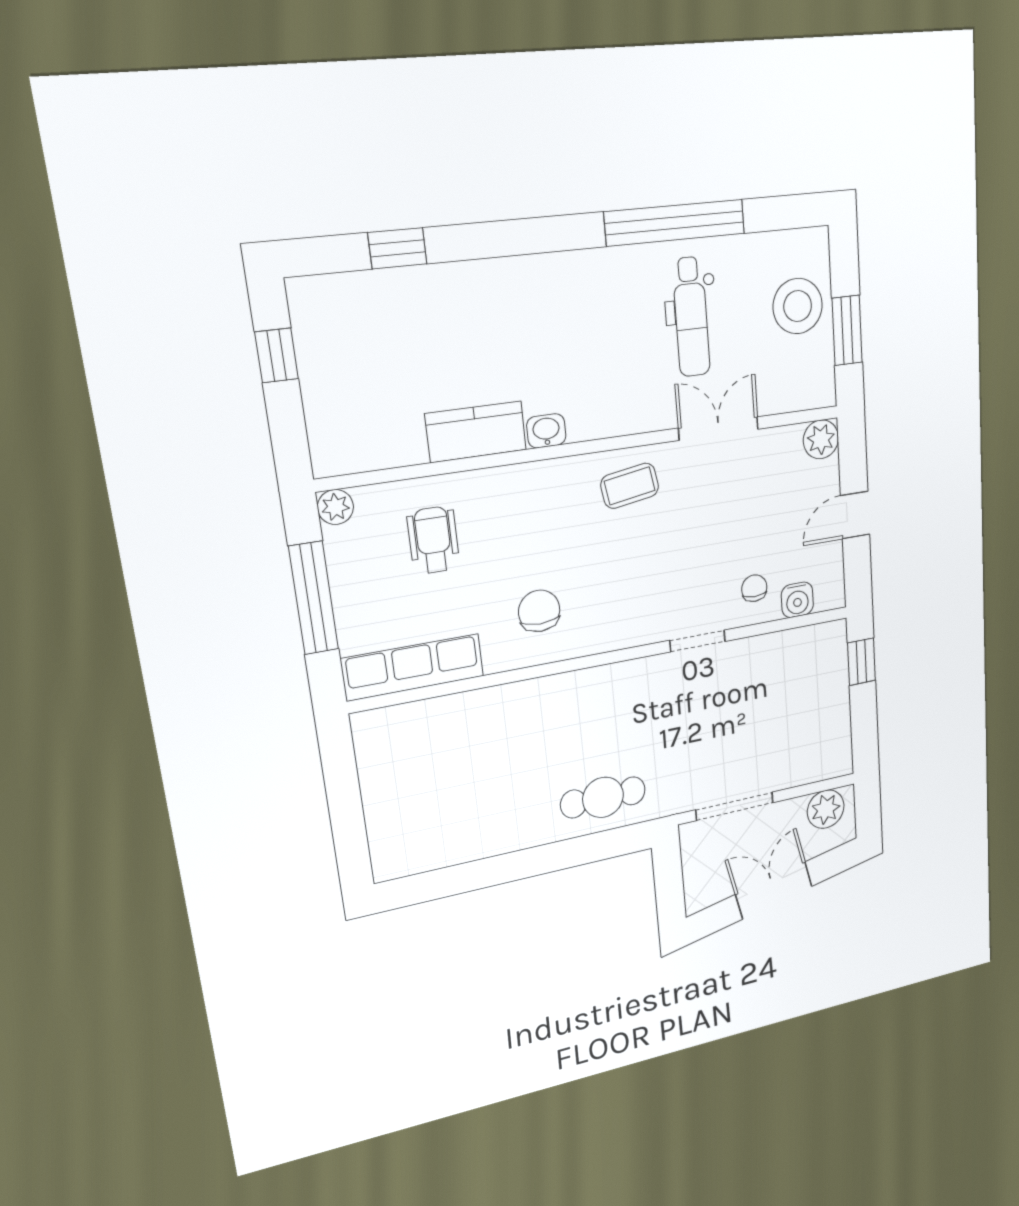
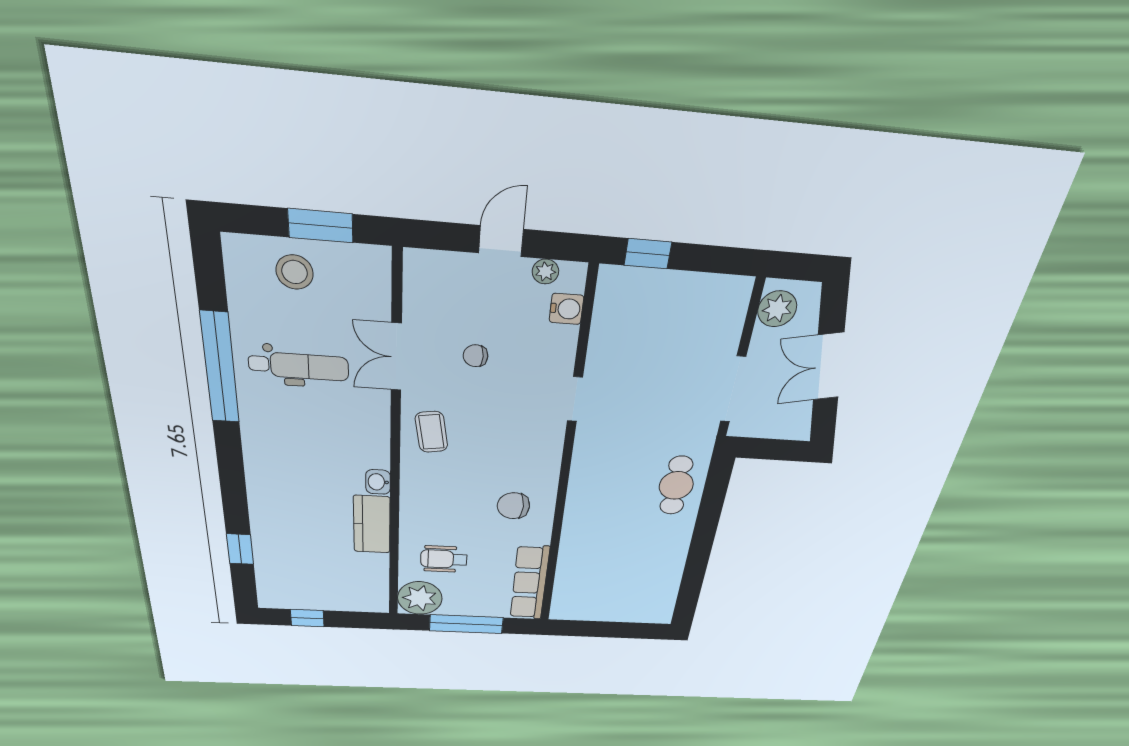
stool: (798, 306) -> (295, 272), width x0.73, depth x0.73
plant: (821, 439) -> (545, 272), moved, width x0.73, depth x0.73
plant: (335, 507) -> (420, 598), width x1.88, depth x1.88
door: (855, 515) -> (501, 241), swing flipped
chair: (754, 588) -> (476, 356), moved

